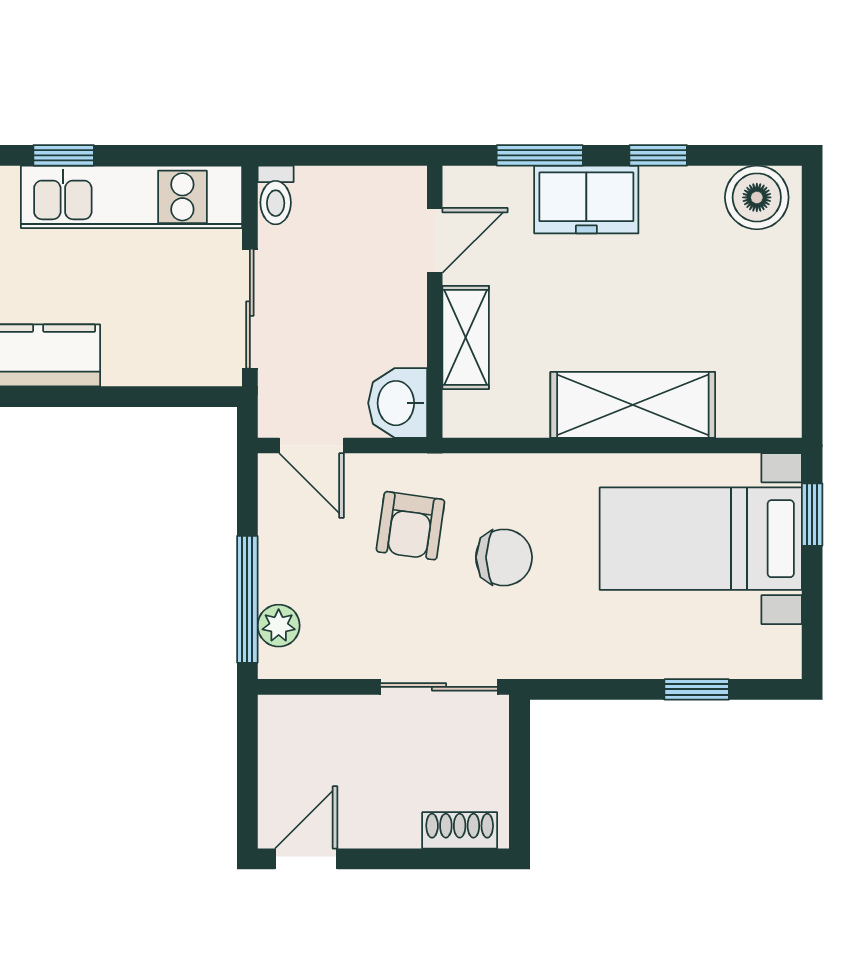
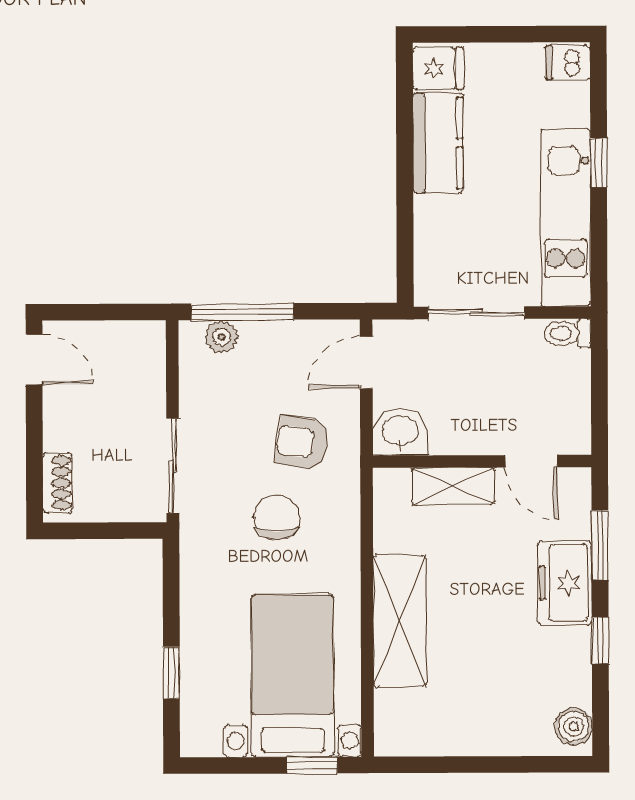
boiler: (757, 197) -> (574, 727), width x0.73, depth x0.73
chair: (504, 557) -> (277, 518), turned 180

